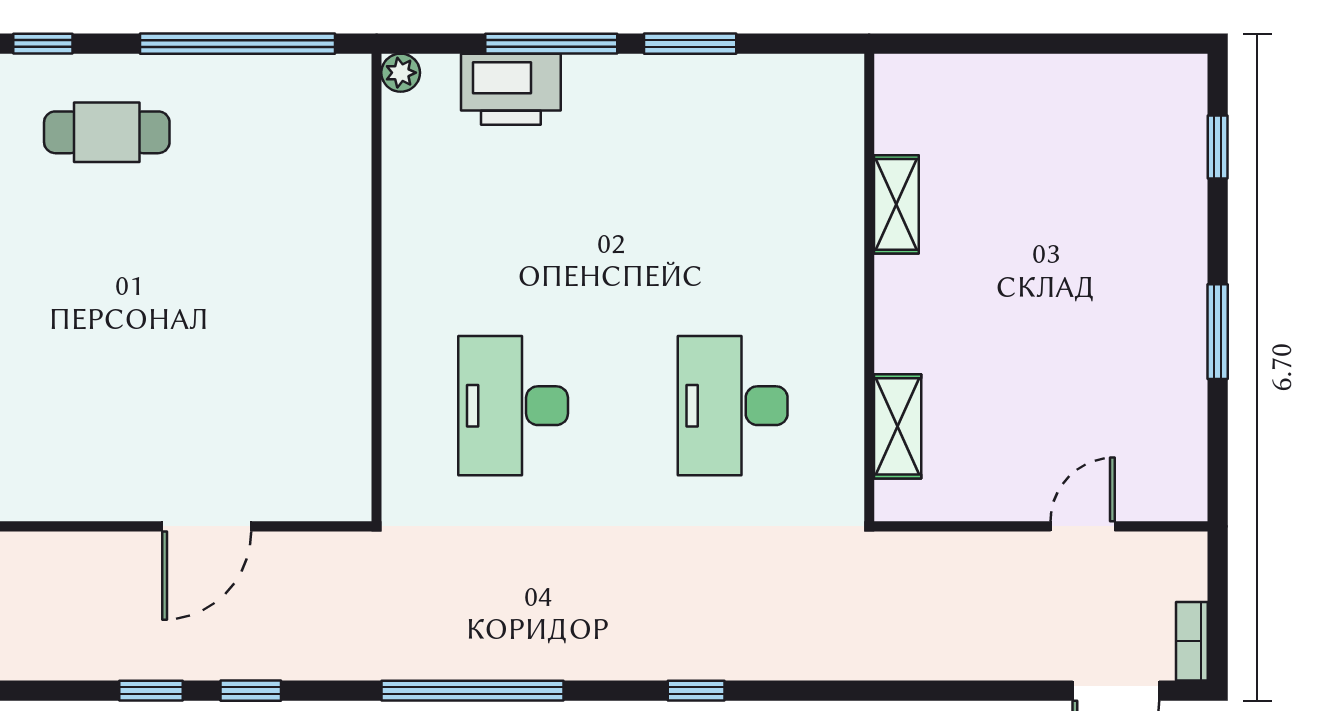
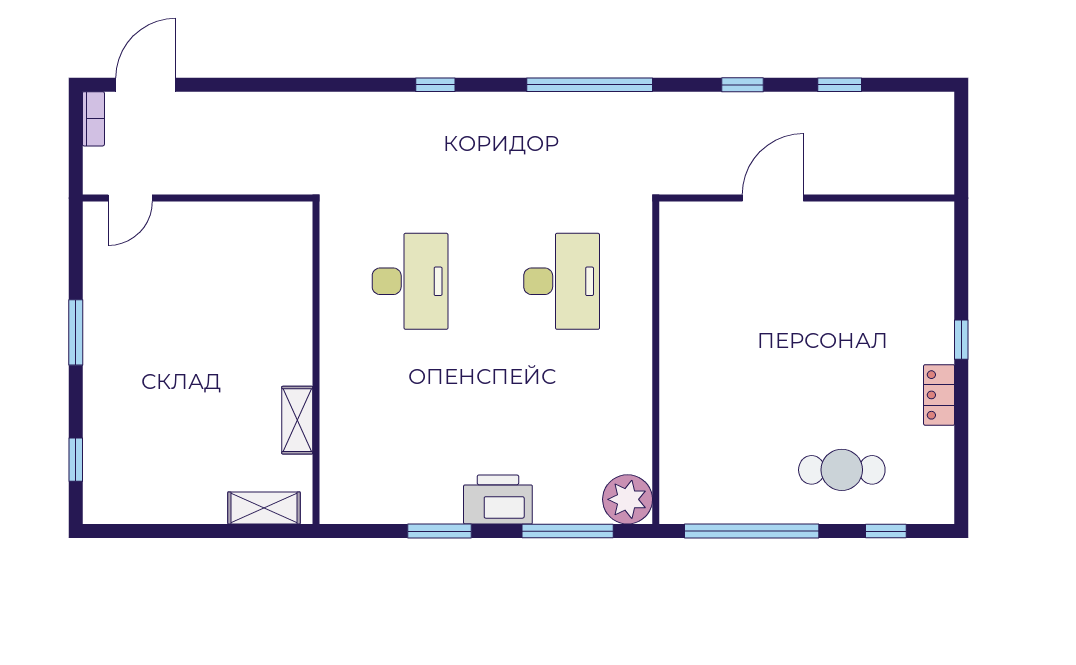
window: (551, 44) -> (568, 531), moved
plant: (401, 73) -> (628, 499), width x1.87, depth x1.87
printer: (511, 89) -> (498, 500), moved
shelving: (898, 426) -> (264, 508), moved, turned 90
door: (1083, 526) -> (130, 198), moved
window: (151, 691) -> (840, 85), moved

